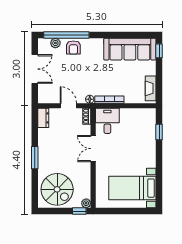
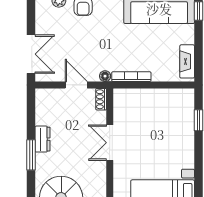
double door: (35, 69) -> (31, 54), moved
dresser: (43, 118) -> (42, 139), moved
desk: (107, 121) -> (129, 105), removed

